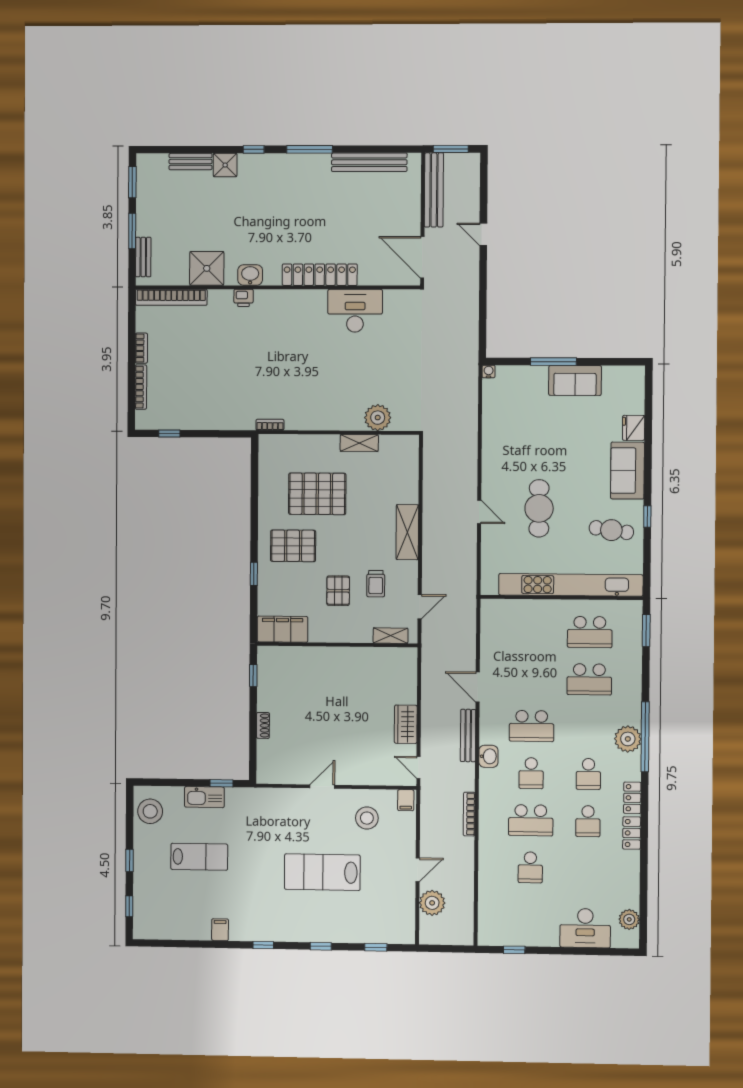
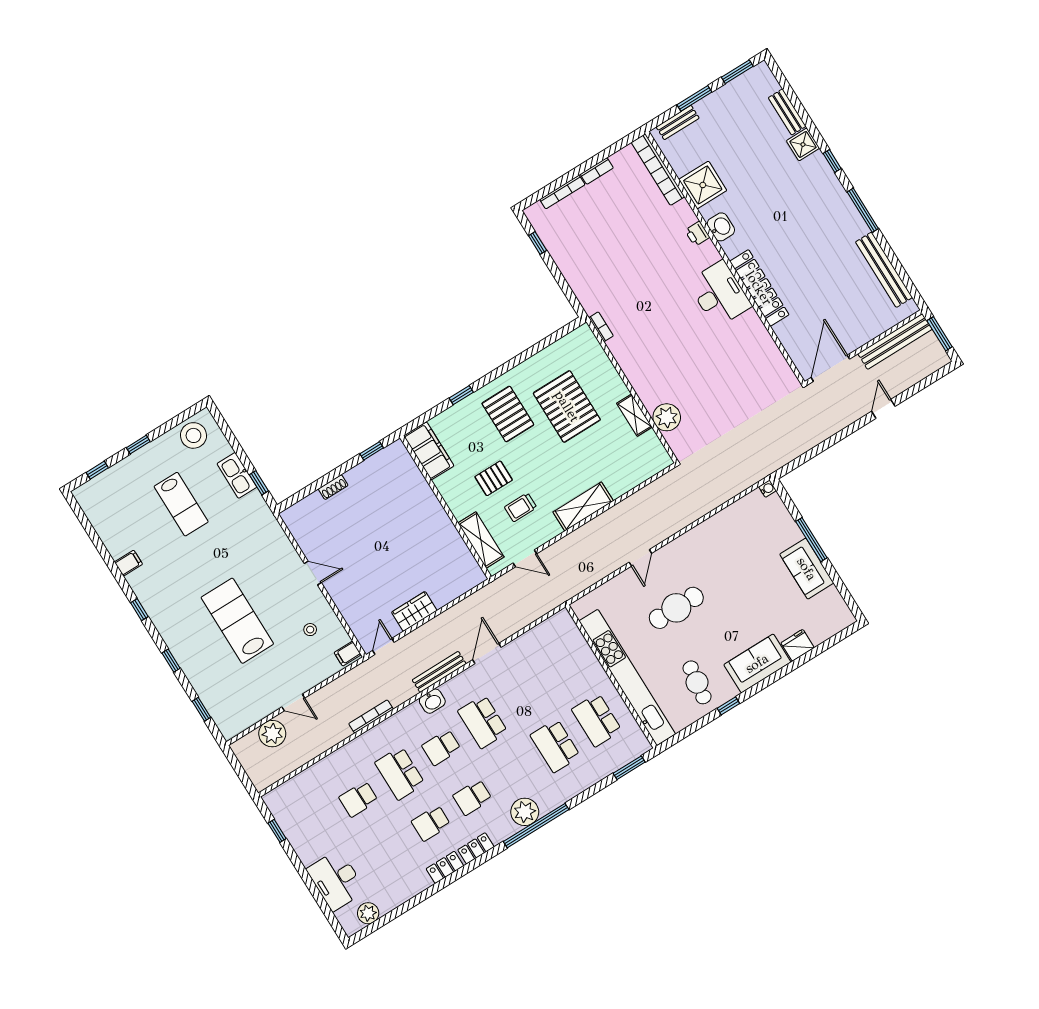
desk: (355, 311) -> (719, 294), moved
shelving: (391, 636) -> (481, 540), width x1.50, depth x1.33
stool: (367, 818) -> (310, 630), width x0.53, depth x0.53

